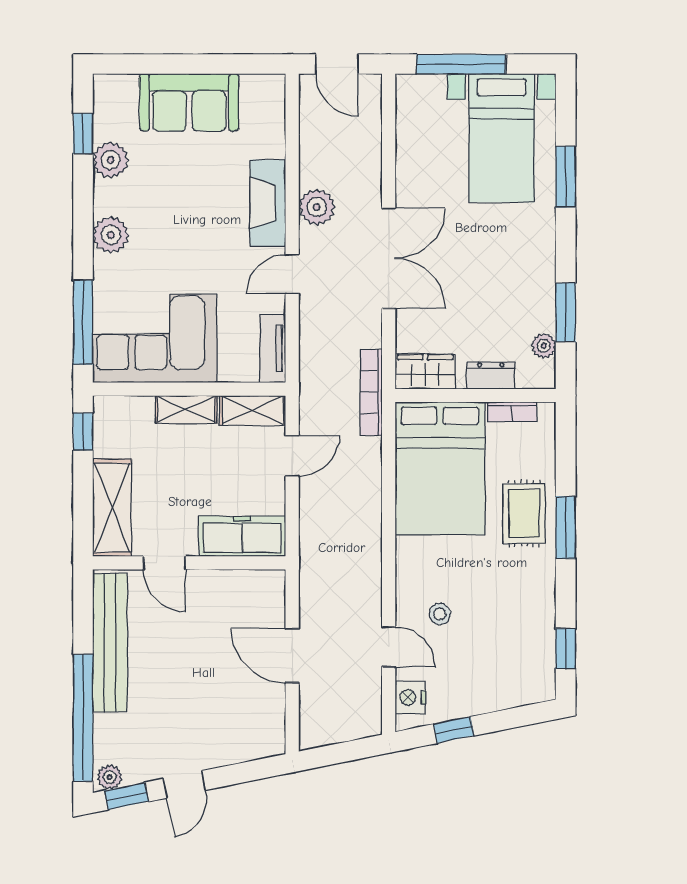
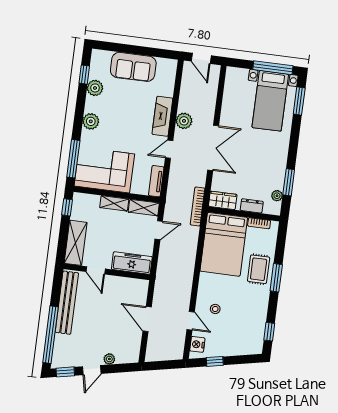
window: (461, 64) -> (273, 68), moved
window: (566, 177) -> (299, 101), moved
plant: (110, 777) -> (109, 359), moved

